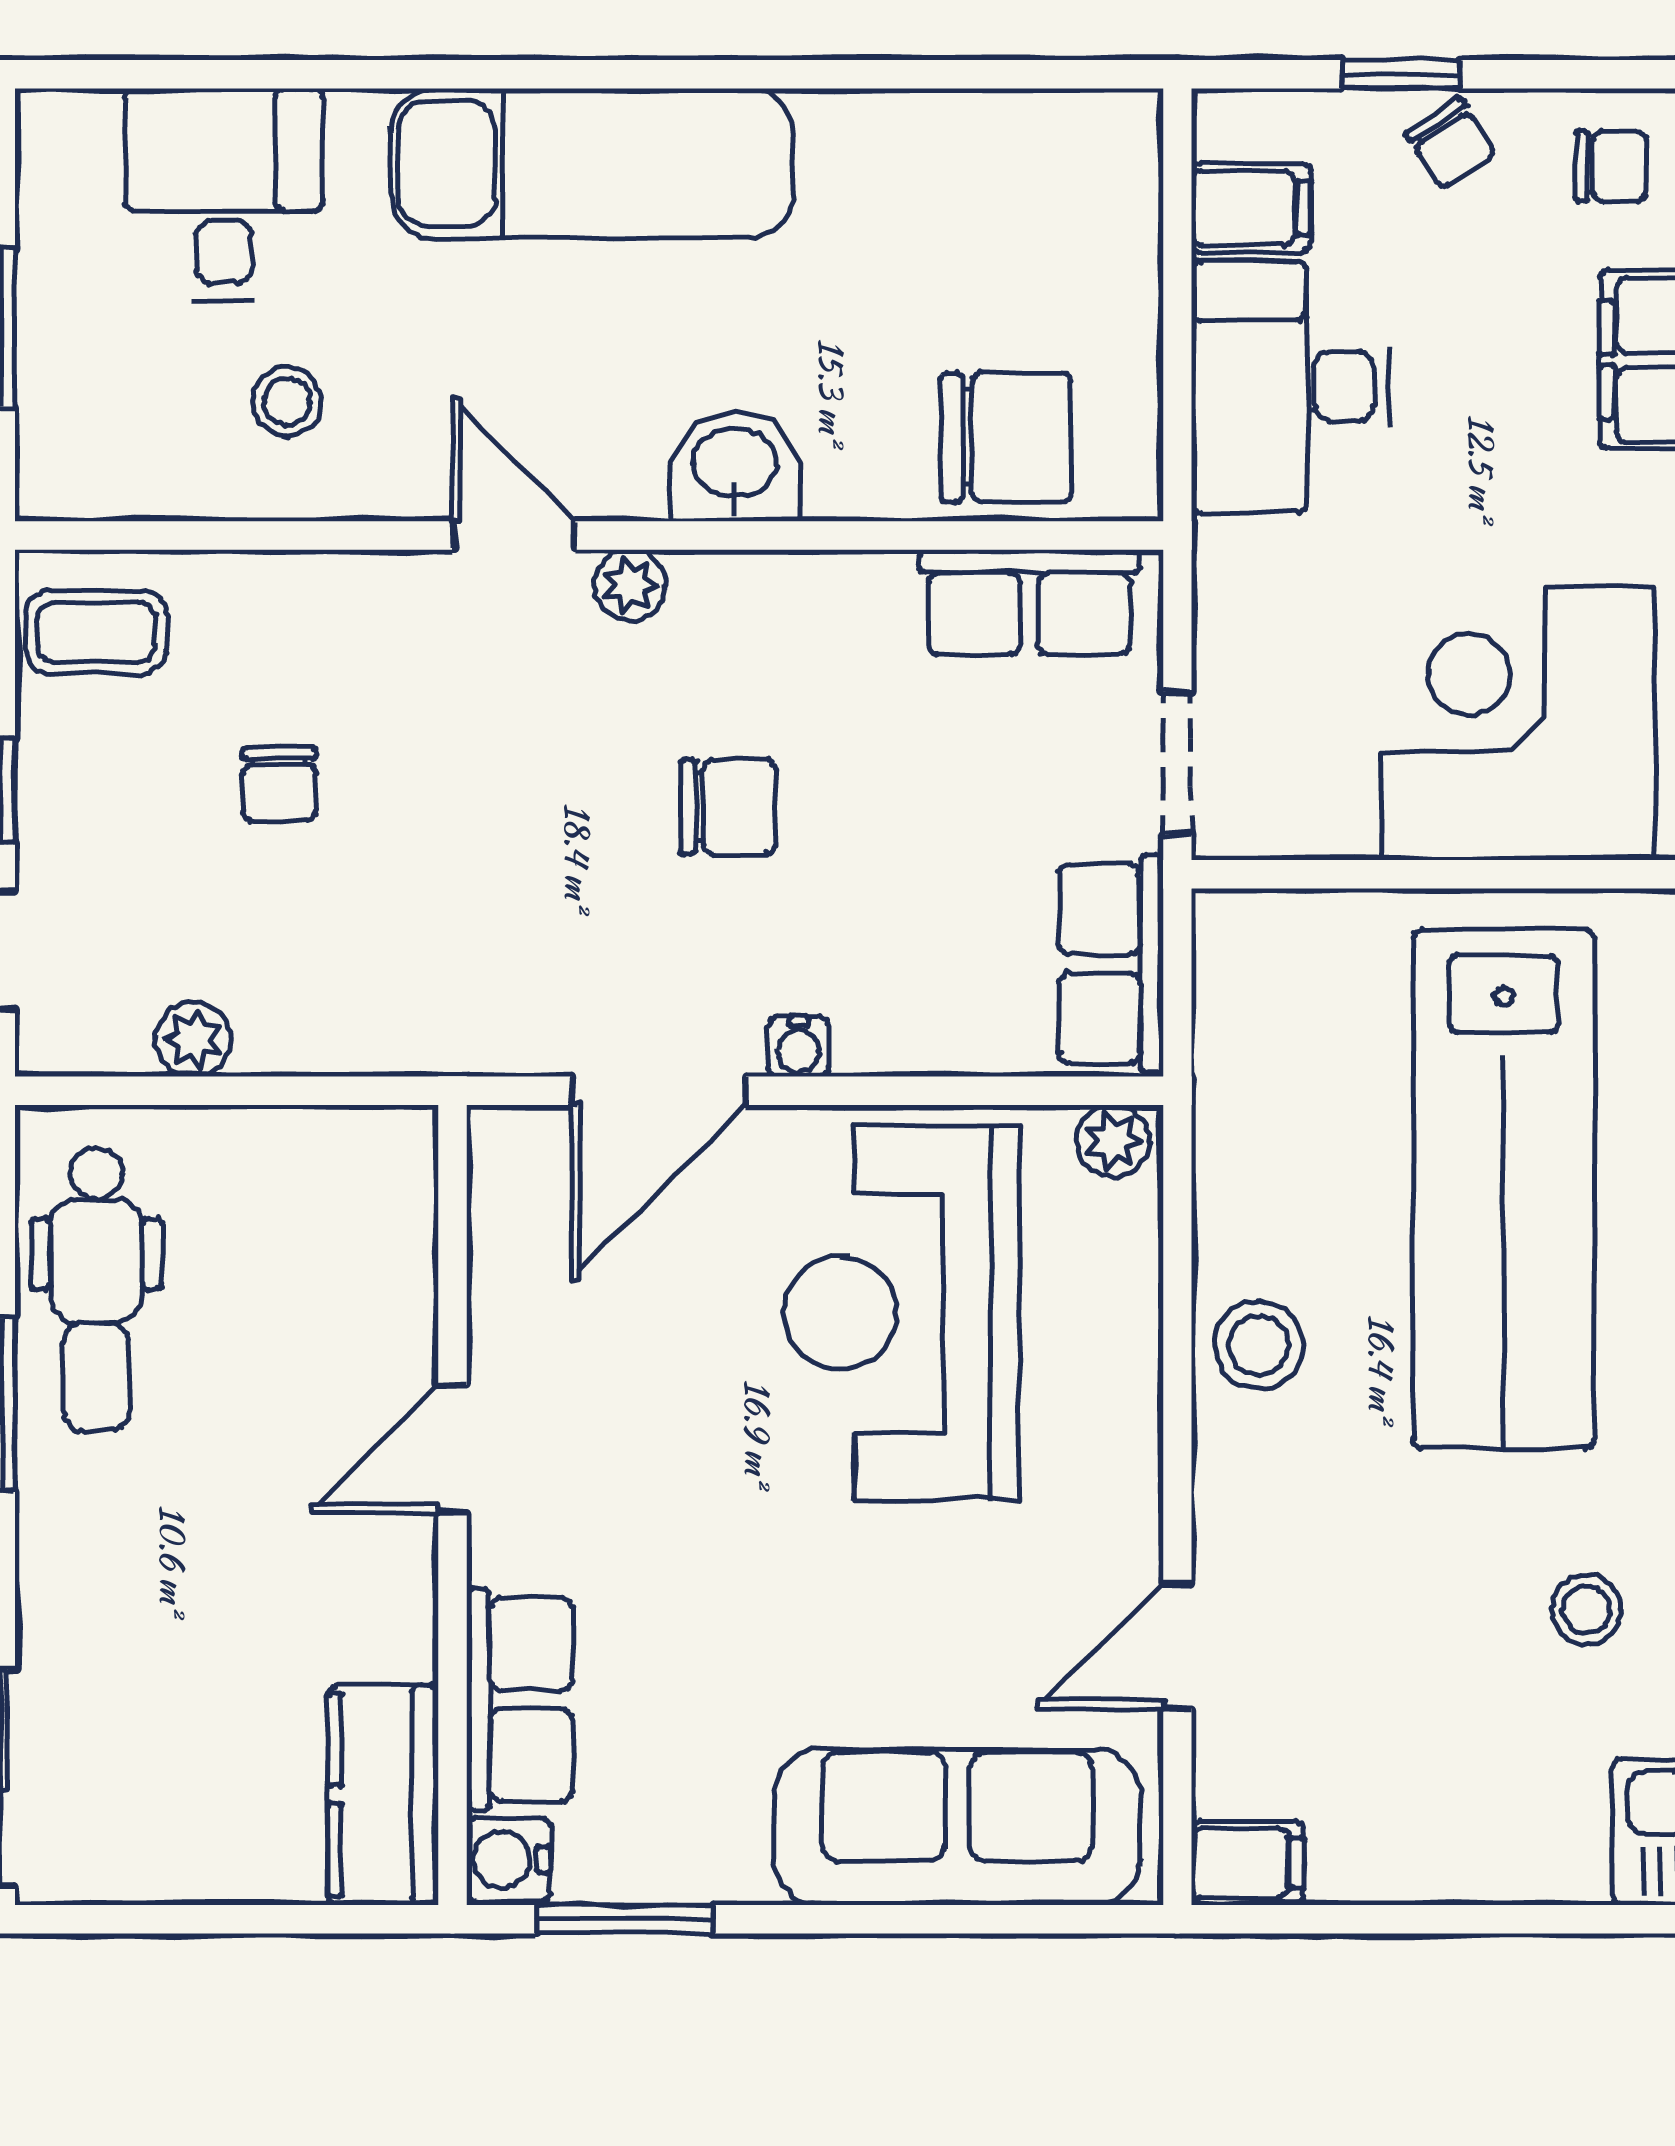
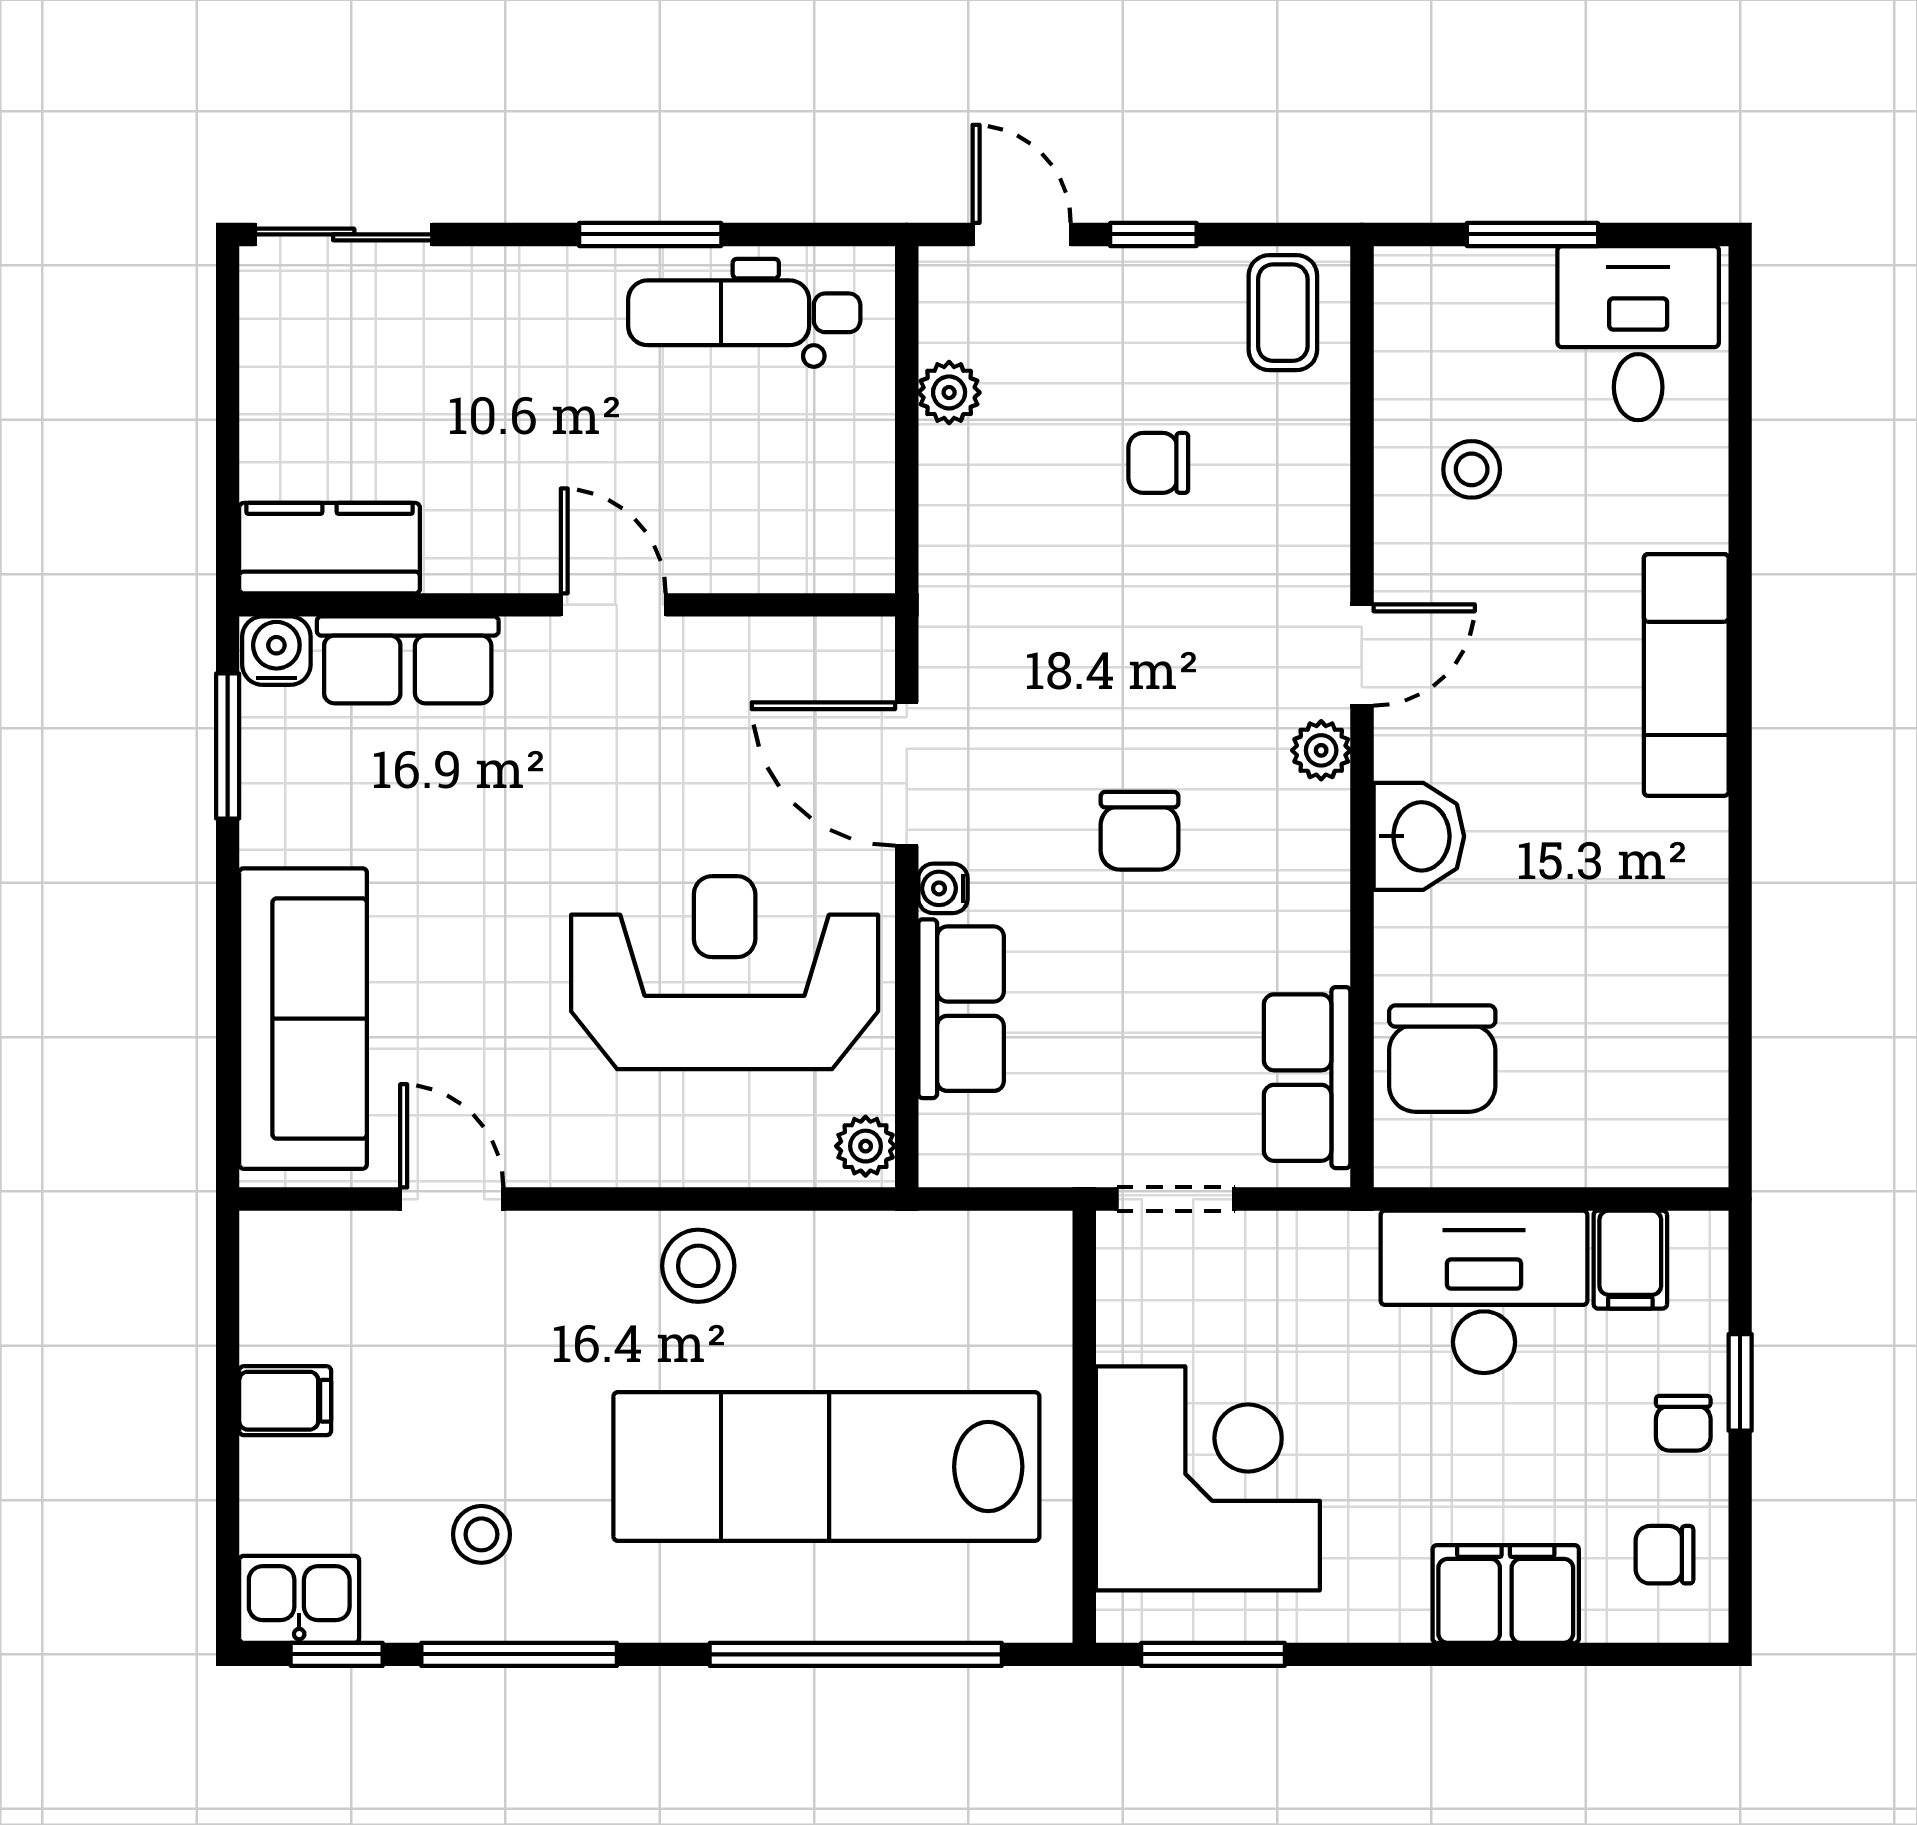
chair: (1451, 144) -> (1683, 1423), turned -58
exam couch: (592, 163) -> (1686, 675), width x0.73, depth x0.69
chair: (1611, 166) -> (1665, 1555), turned 90
desk: (224, 194) -> (1638, 333), moved, turned -90
row of seats: (1111, 964) -> (961, 1009), moved, turned 90
filing cabinet: (1248, 1863) -> (285, 1401), moved, turned -90

